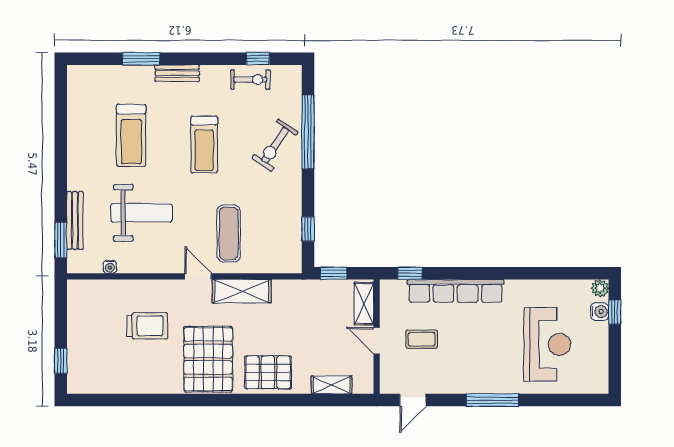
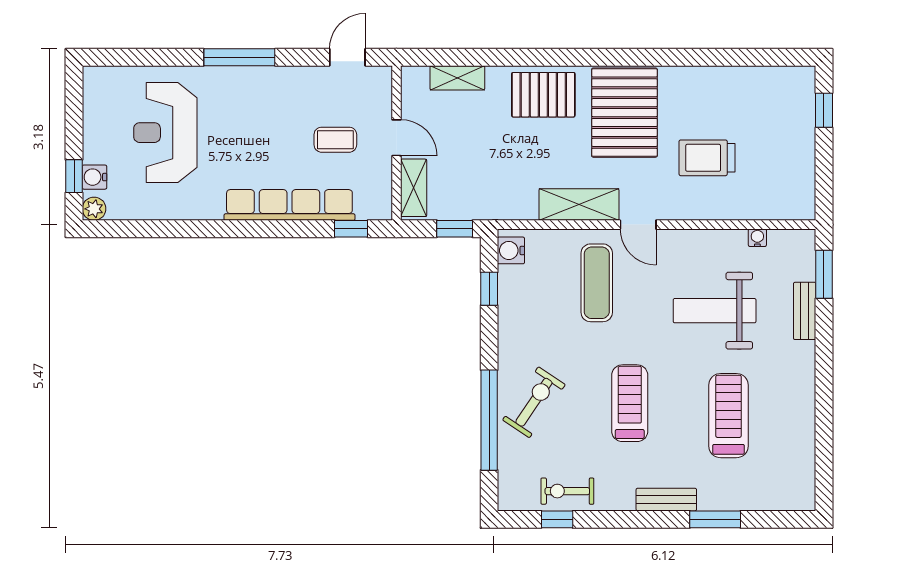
bench: (75, 220) -> (805, 311), width x0.73
water cooler: (292, 257) -> (511, 250), added

